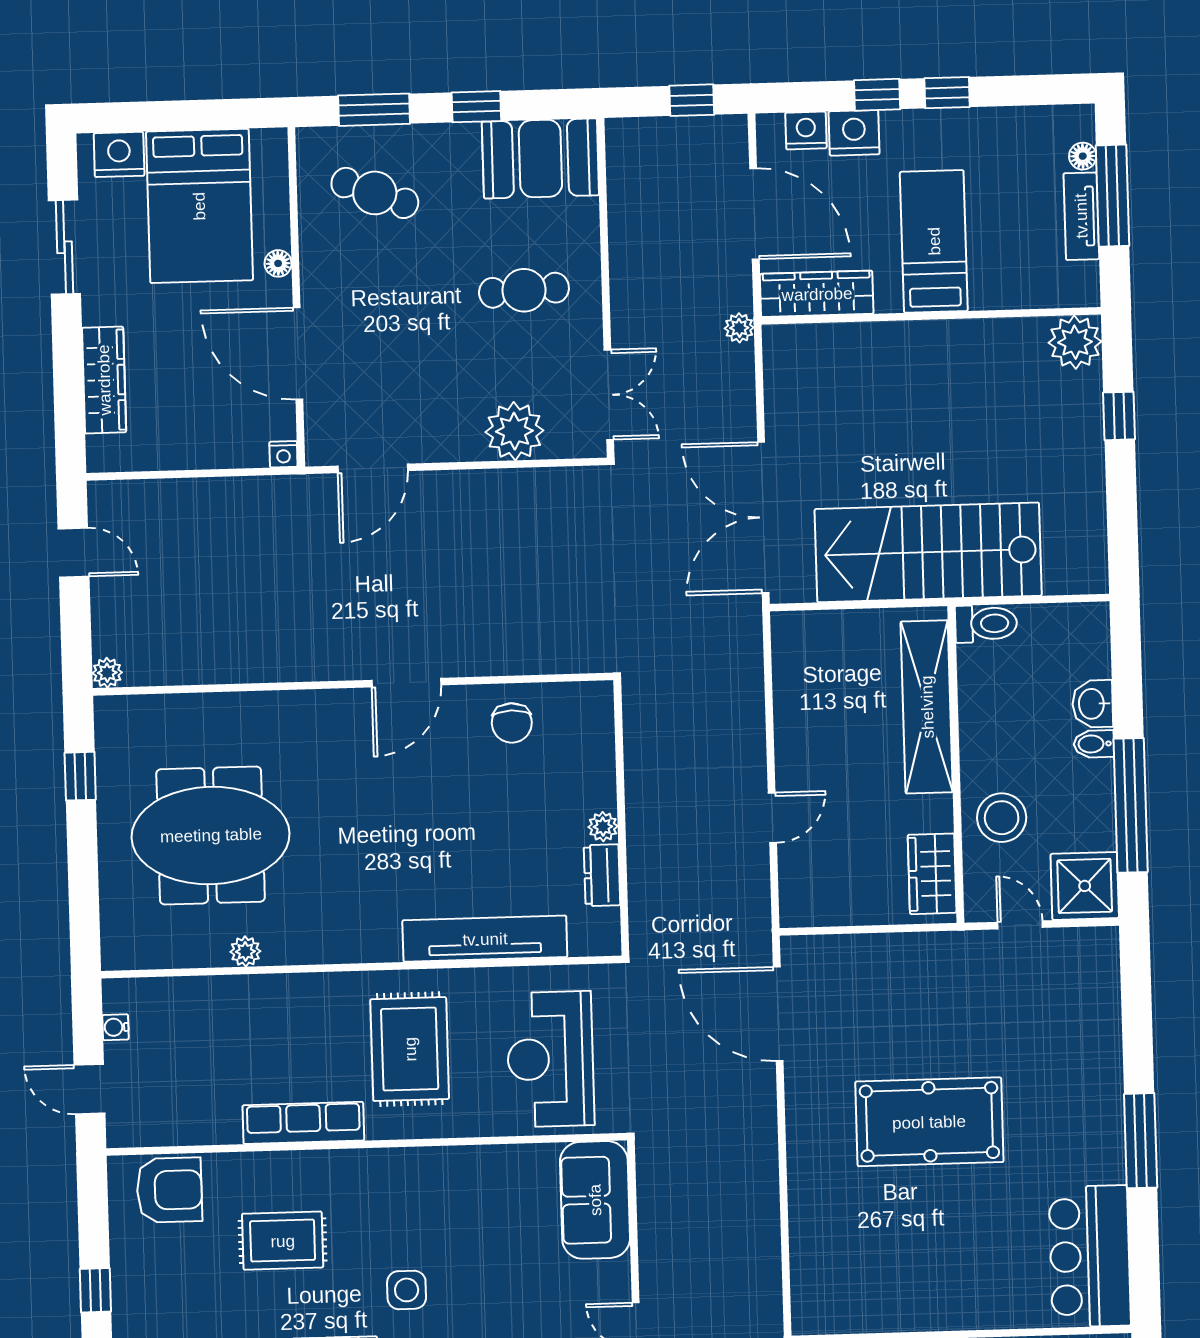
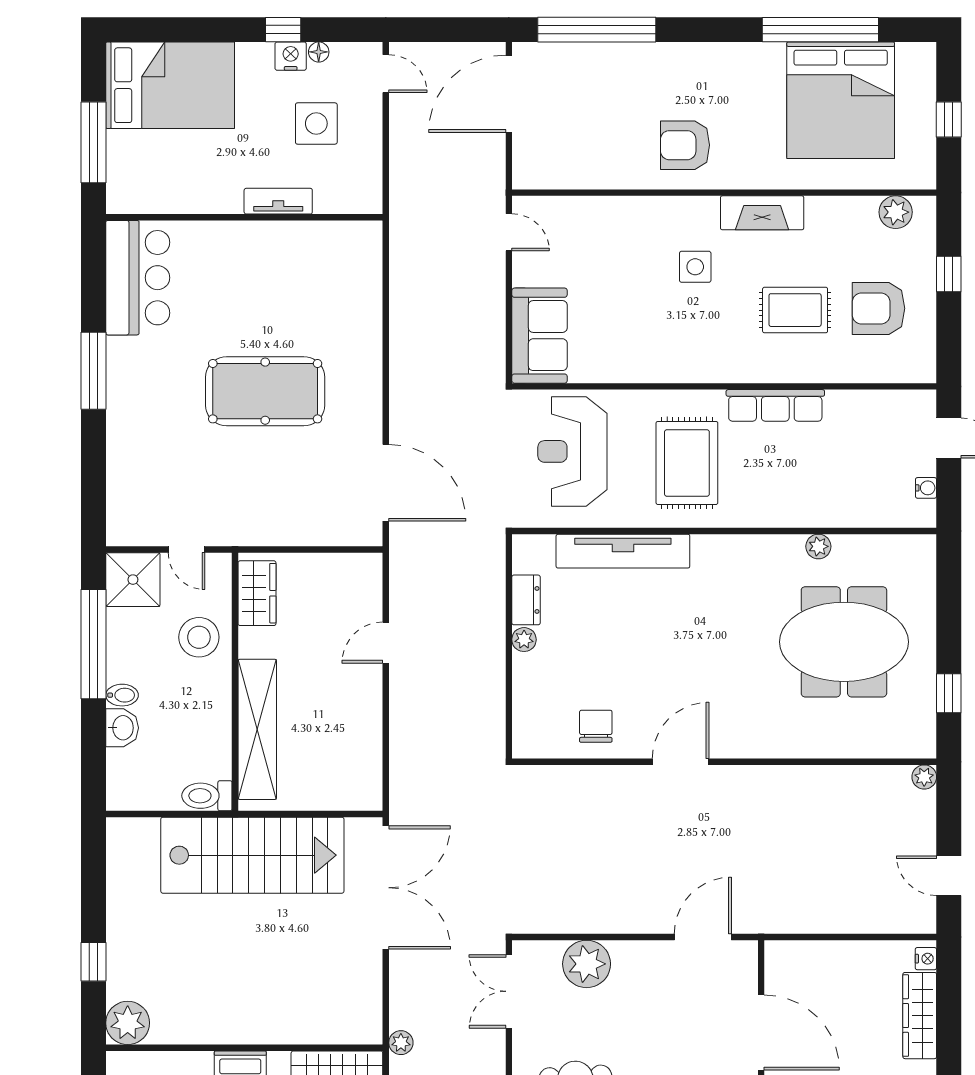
nightstand: (283, 454) -> (926, 959), moved, turned 90
reception desk: (550, 1059) -> (572, 451), turned 180
armchair: (169, 1190) -> (878, 308), moved

